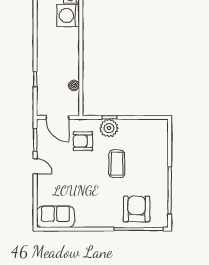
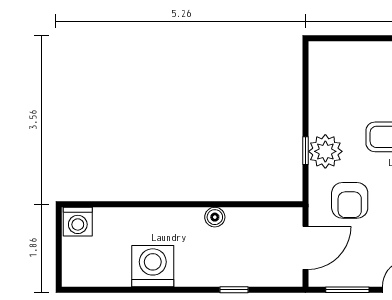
washing machine: (68, 16) -> (153, 266), moved, turned 180
boiler: (74, 85) -> (215, 217), moved

